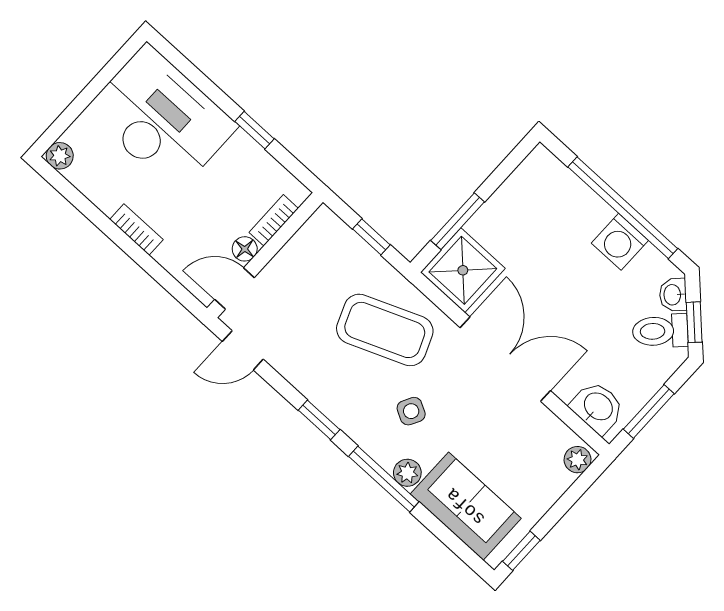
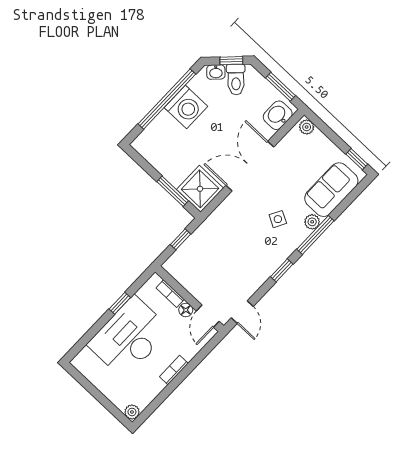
desk: (161, 118) -> (129, 337), moved
washing machine: (620, 242) -> (186, 107), width x1.37, depth x1.37
coffee table: (385, 330) -> (232, 233), removed

